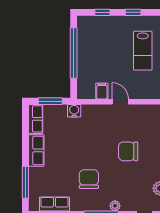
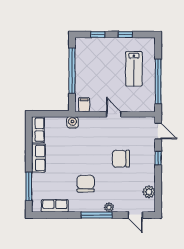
filing cabinet: (102, 91) -> (84, 105), moved
window: (50, 101) -> (51, 114), removed

